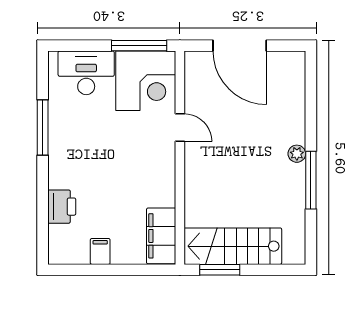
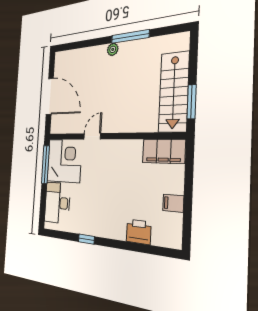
door: (240, 46) -> (50, 96), hinge flipped
window: (43, 128) -> (86, 239), width x0.46

